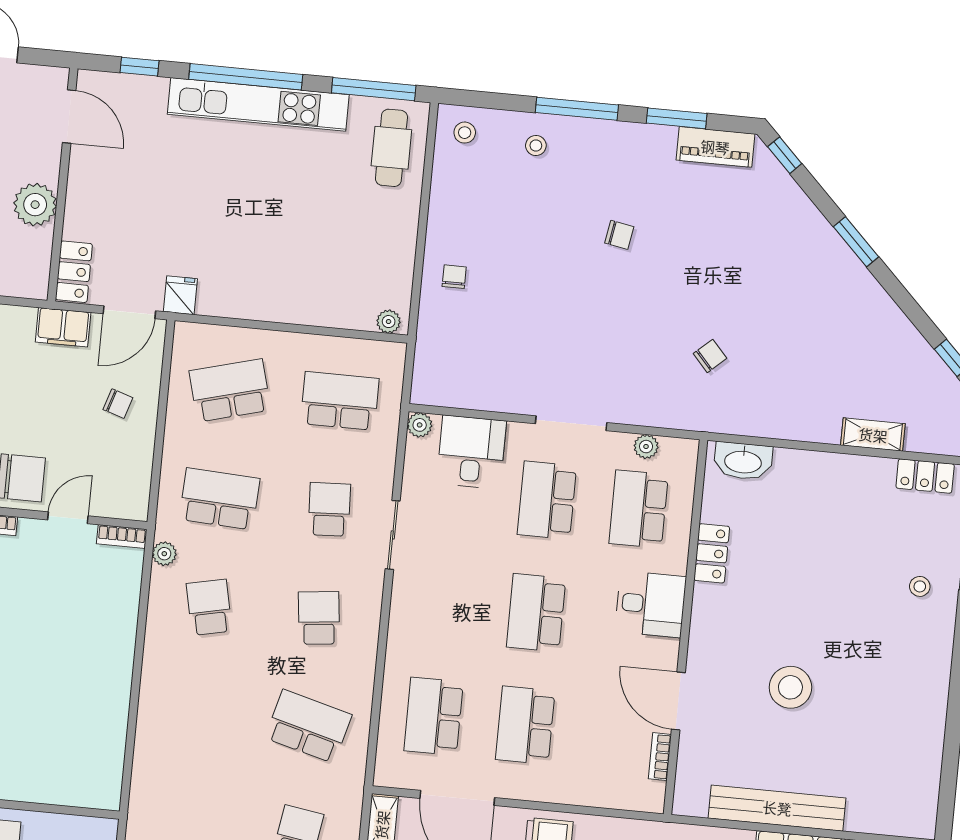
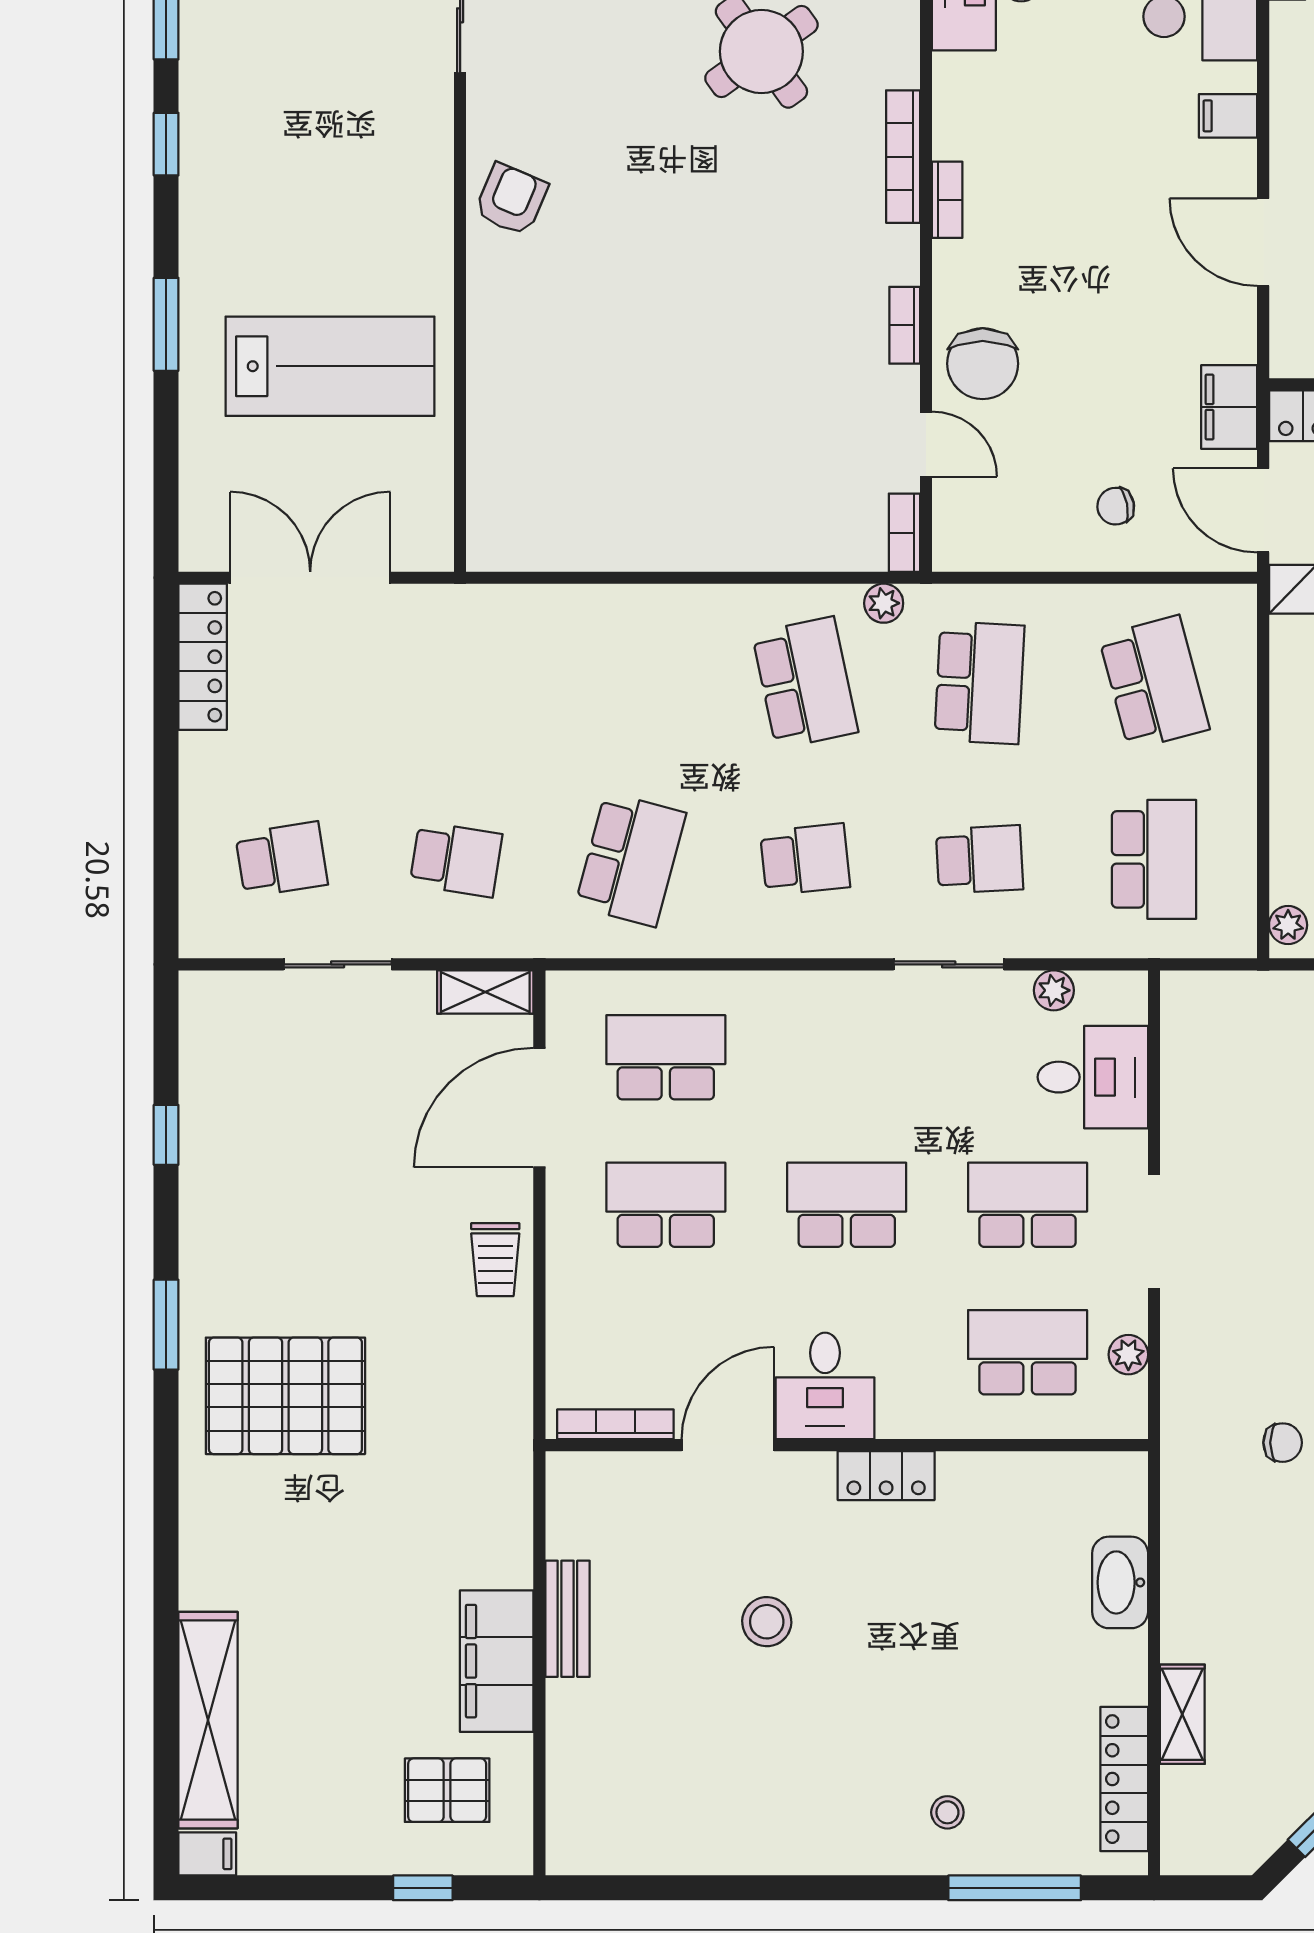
chair: (710, 356) -> (1283, 1443), turned -48
chair: (118, 404) -> (1116, 506), turned 61
plant: (420, 425) -> (1054, 990), moved
washbasin: (743, 461) -> (1120, 1582), moved
locker: (925, 476) -> (1124, 1779), width x1.53
locker: (712, 553) -> (886, 1476), moved
desk: (651, 604) -> (825, 1386), moved
school desk: (209, 607) -> (805, 683), width x1.85
stool: (790, 687) -> (767, 1622), width x0.73, depth x0.73
bookcase: (660, 757) -> (615, 1424), width x1.56
bench: (777, 808) -> (567, 1619), width x0.54, depth x0.82

